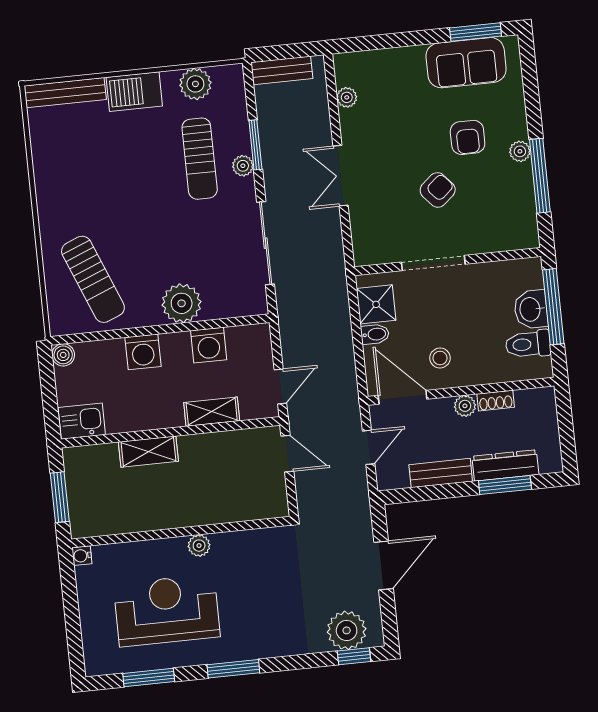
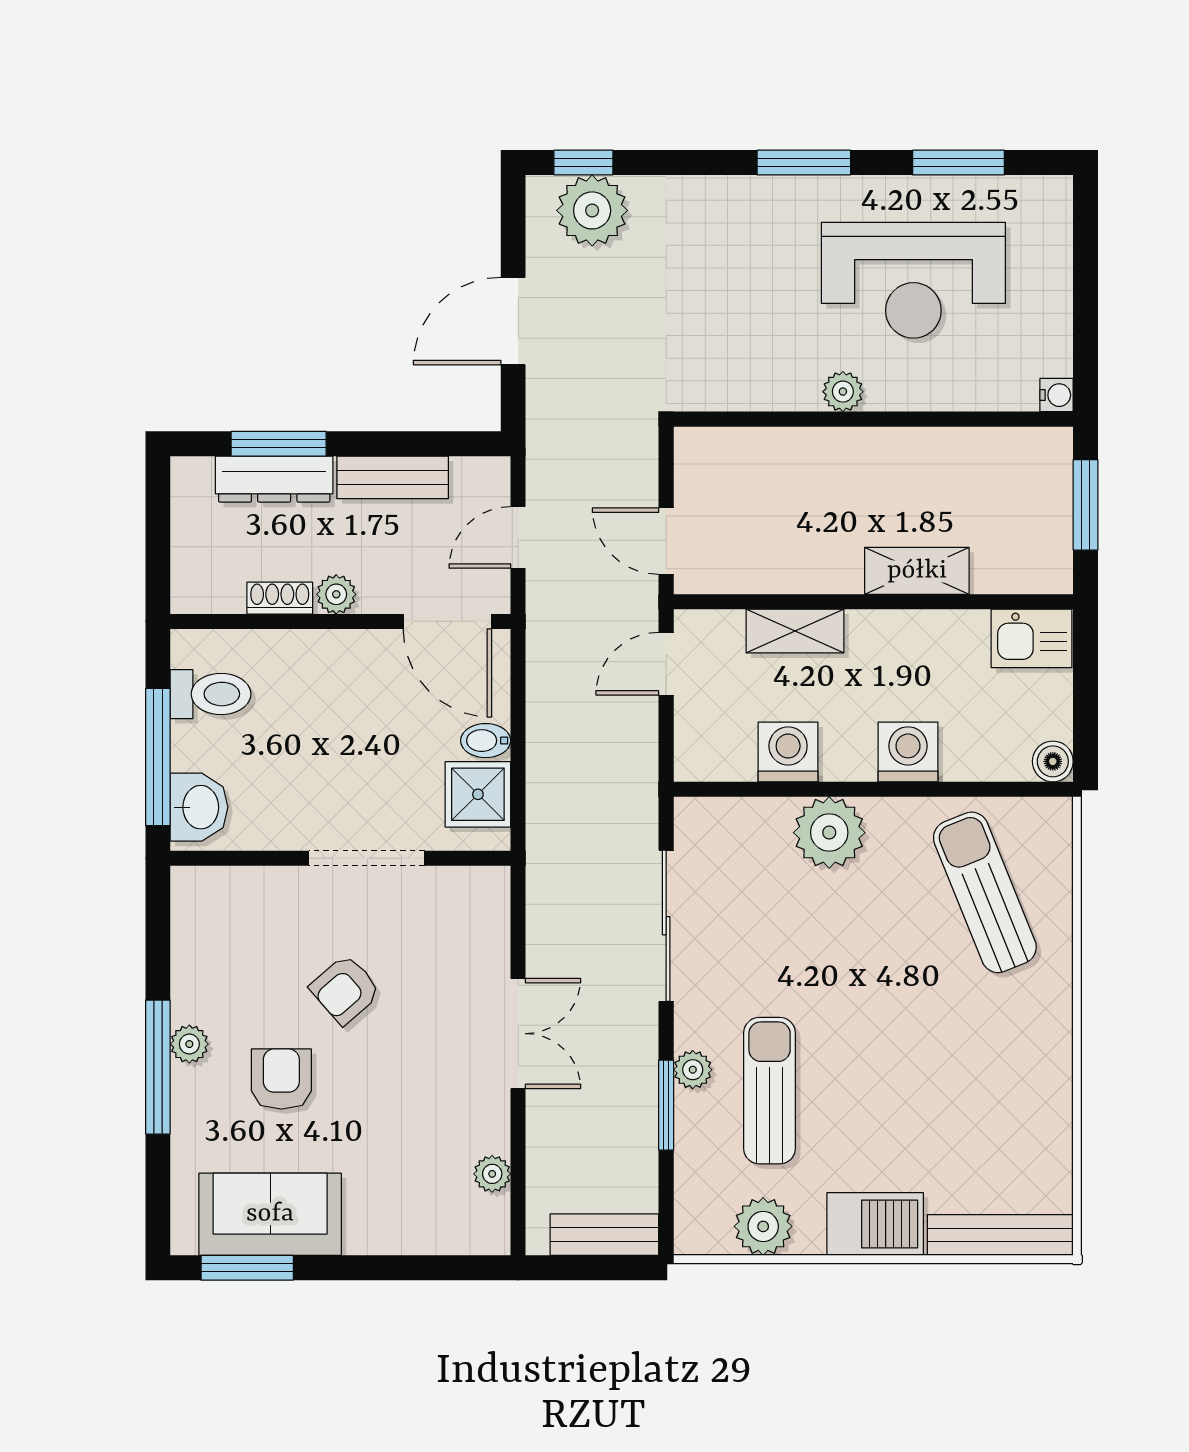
window: (540, 176) -> (158, 1067), moved
washbasin: (531, 309) -> (199, 807), moved
stool: (440, 358) -> (372, 685), removed

